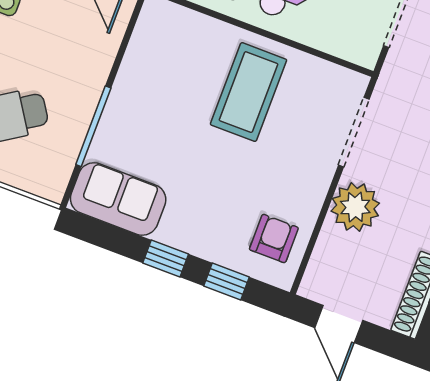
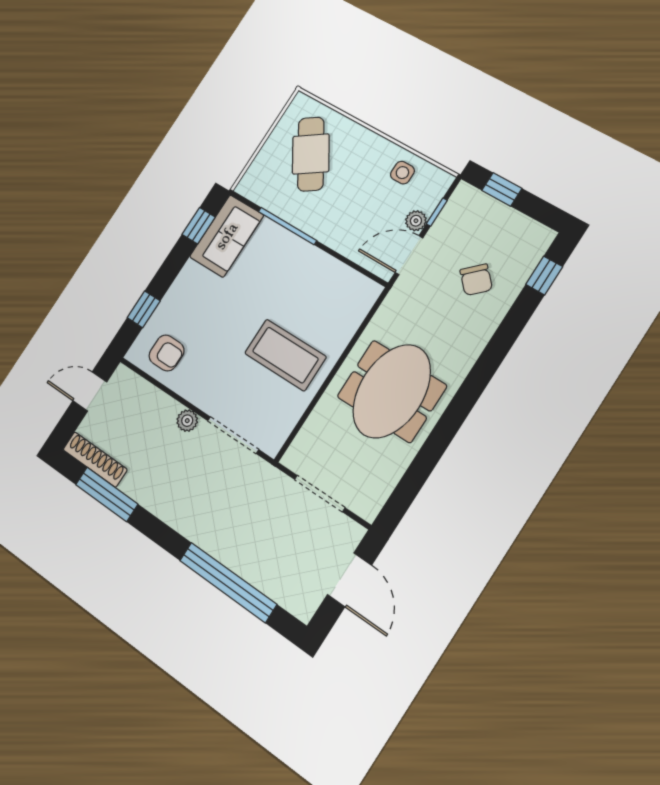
plant: (355, 207) -> (187, 421), width x0.53, depth x0.53
window: (166, 259) -> (199, 226), moved

